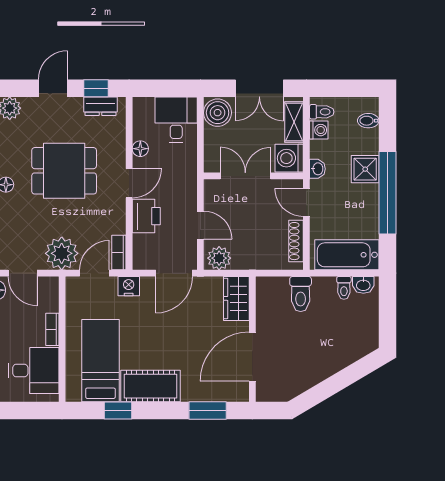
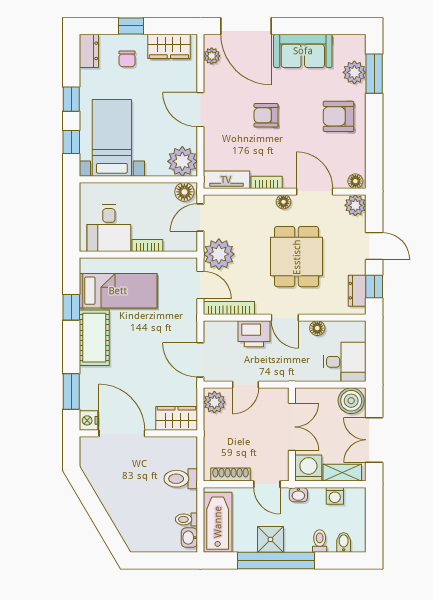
toilet: (322, 112) -> (320, 541), moved, turned 180
shower: (365, 169) -> (270, 539), moved
door: (306, 202) -> (267, 484), swing flipped
bookcase: (119, 253) -> (229, 308), width x1.56
nightstand: (129, 286) -> (89, 420), moved, turned 180

